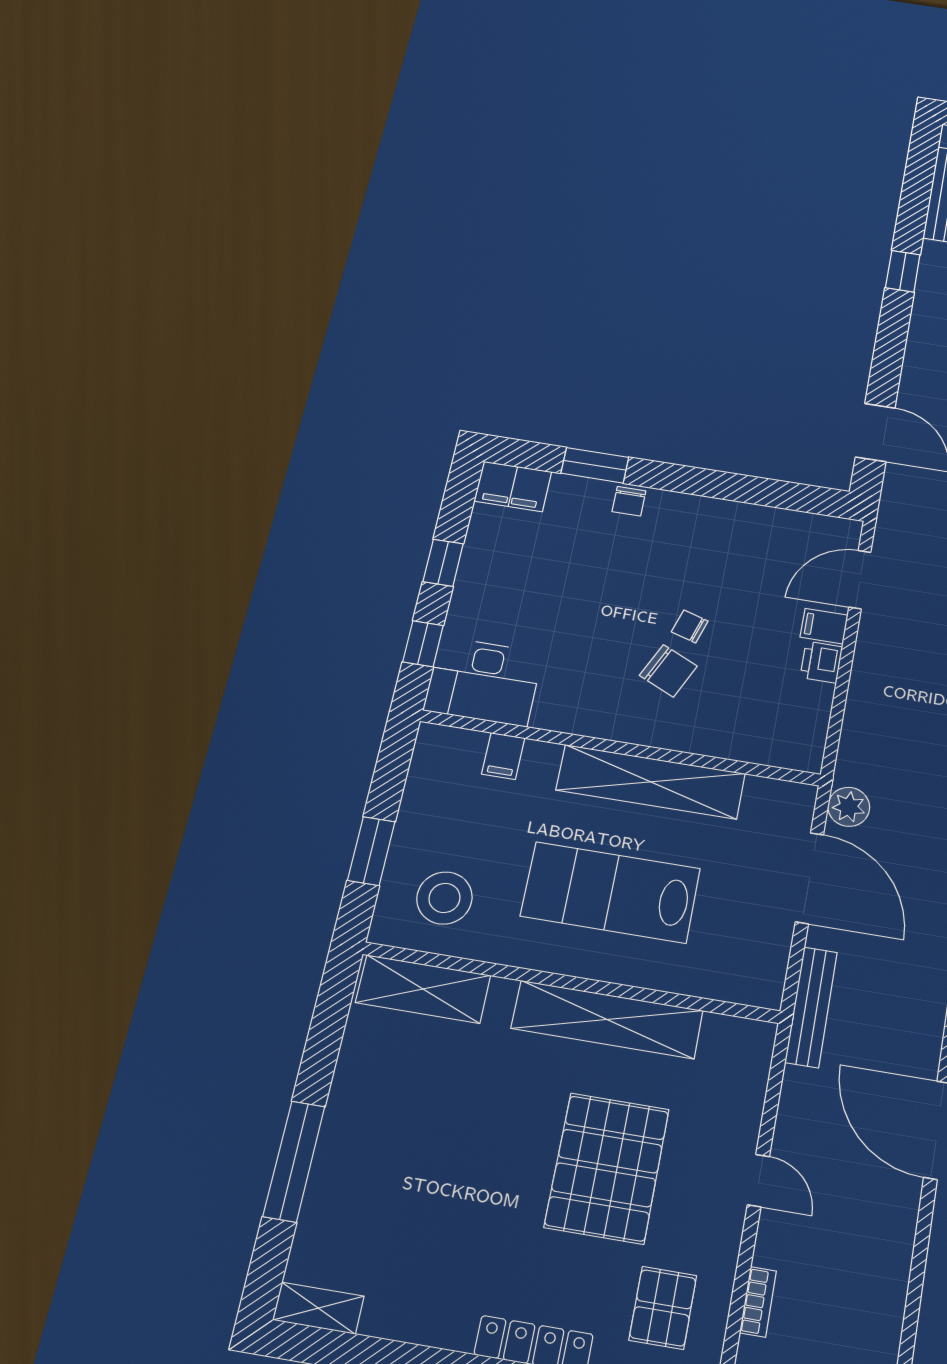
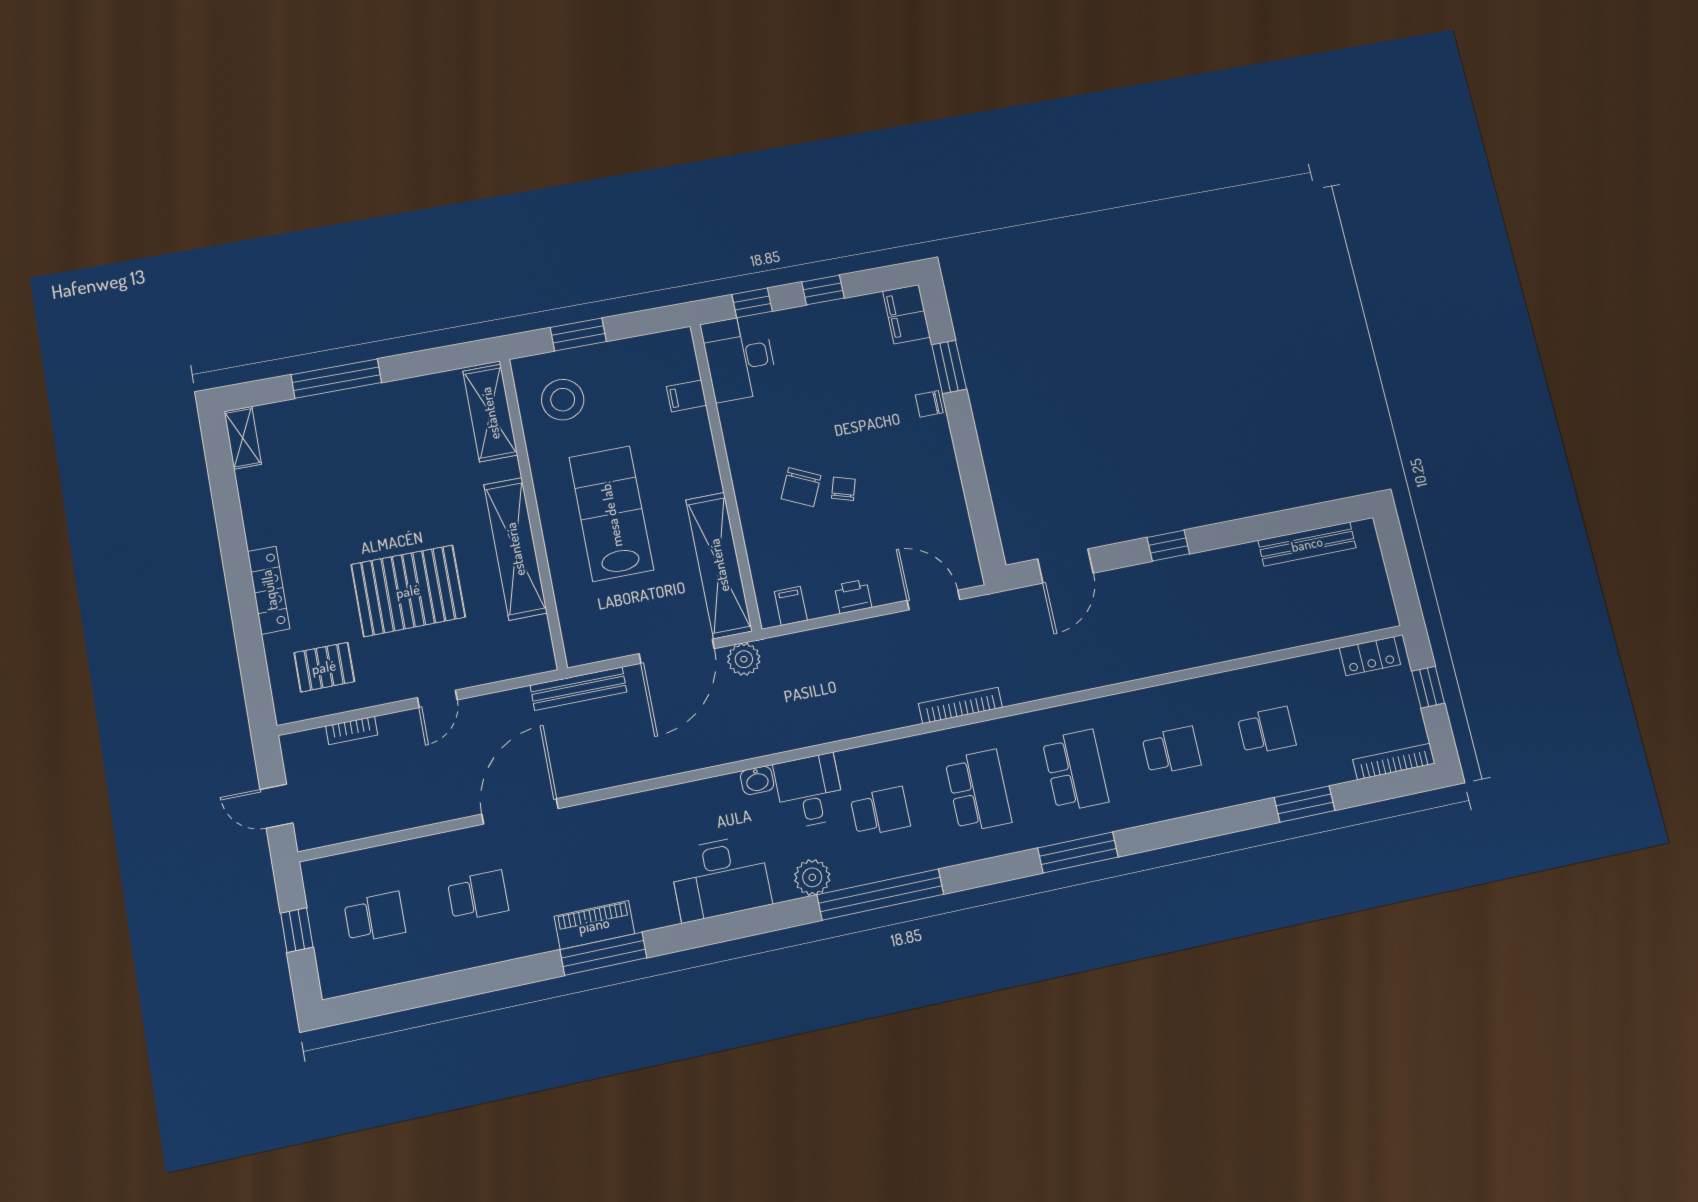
window: (903, 271) -> (1168, 546), moved
filing cabinet: (824, 626) -> (791, 606), moved
shelving: (651, 782) -> (719, 565), moved

